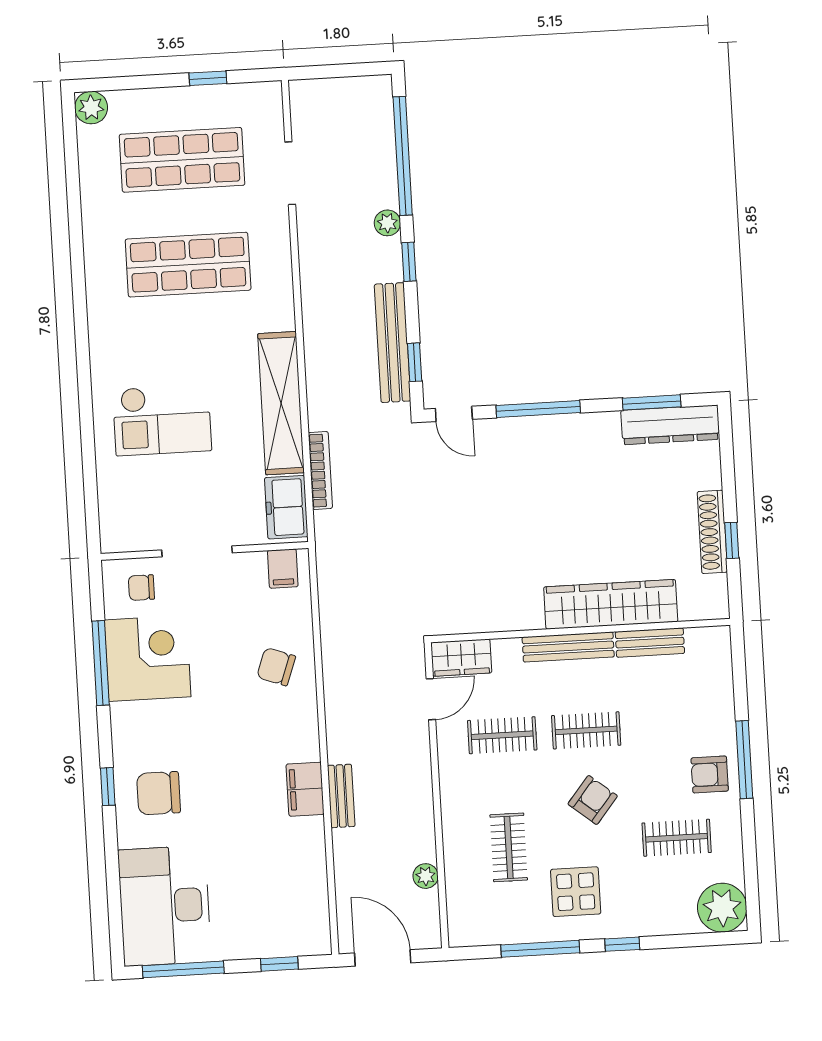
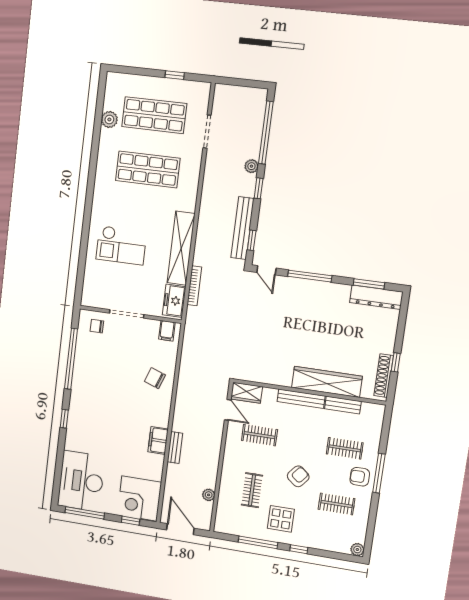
plant: (91, 108) -> (109, 119), moved
shoe rack: (712, 532) -> (384, 376), moved
corner desk: (148, 658) -> (139, 498), moved, turned 180
window: (101, 663) -> (71, 359), width x1.46
door: (431, 699) -> (228, 410), hinge flipped
clothes rail: (586, 730) -> (345, 448), moved
chair: (159, 793) -> (88, 427), removed
plant: (722, 908) -> (357, 550), width x0.53, depth x0.53

